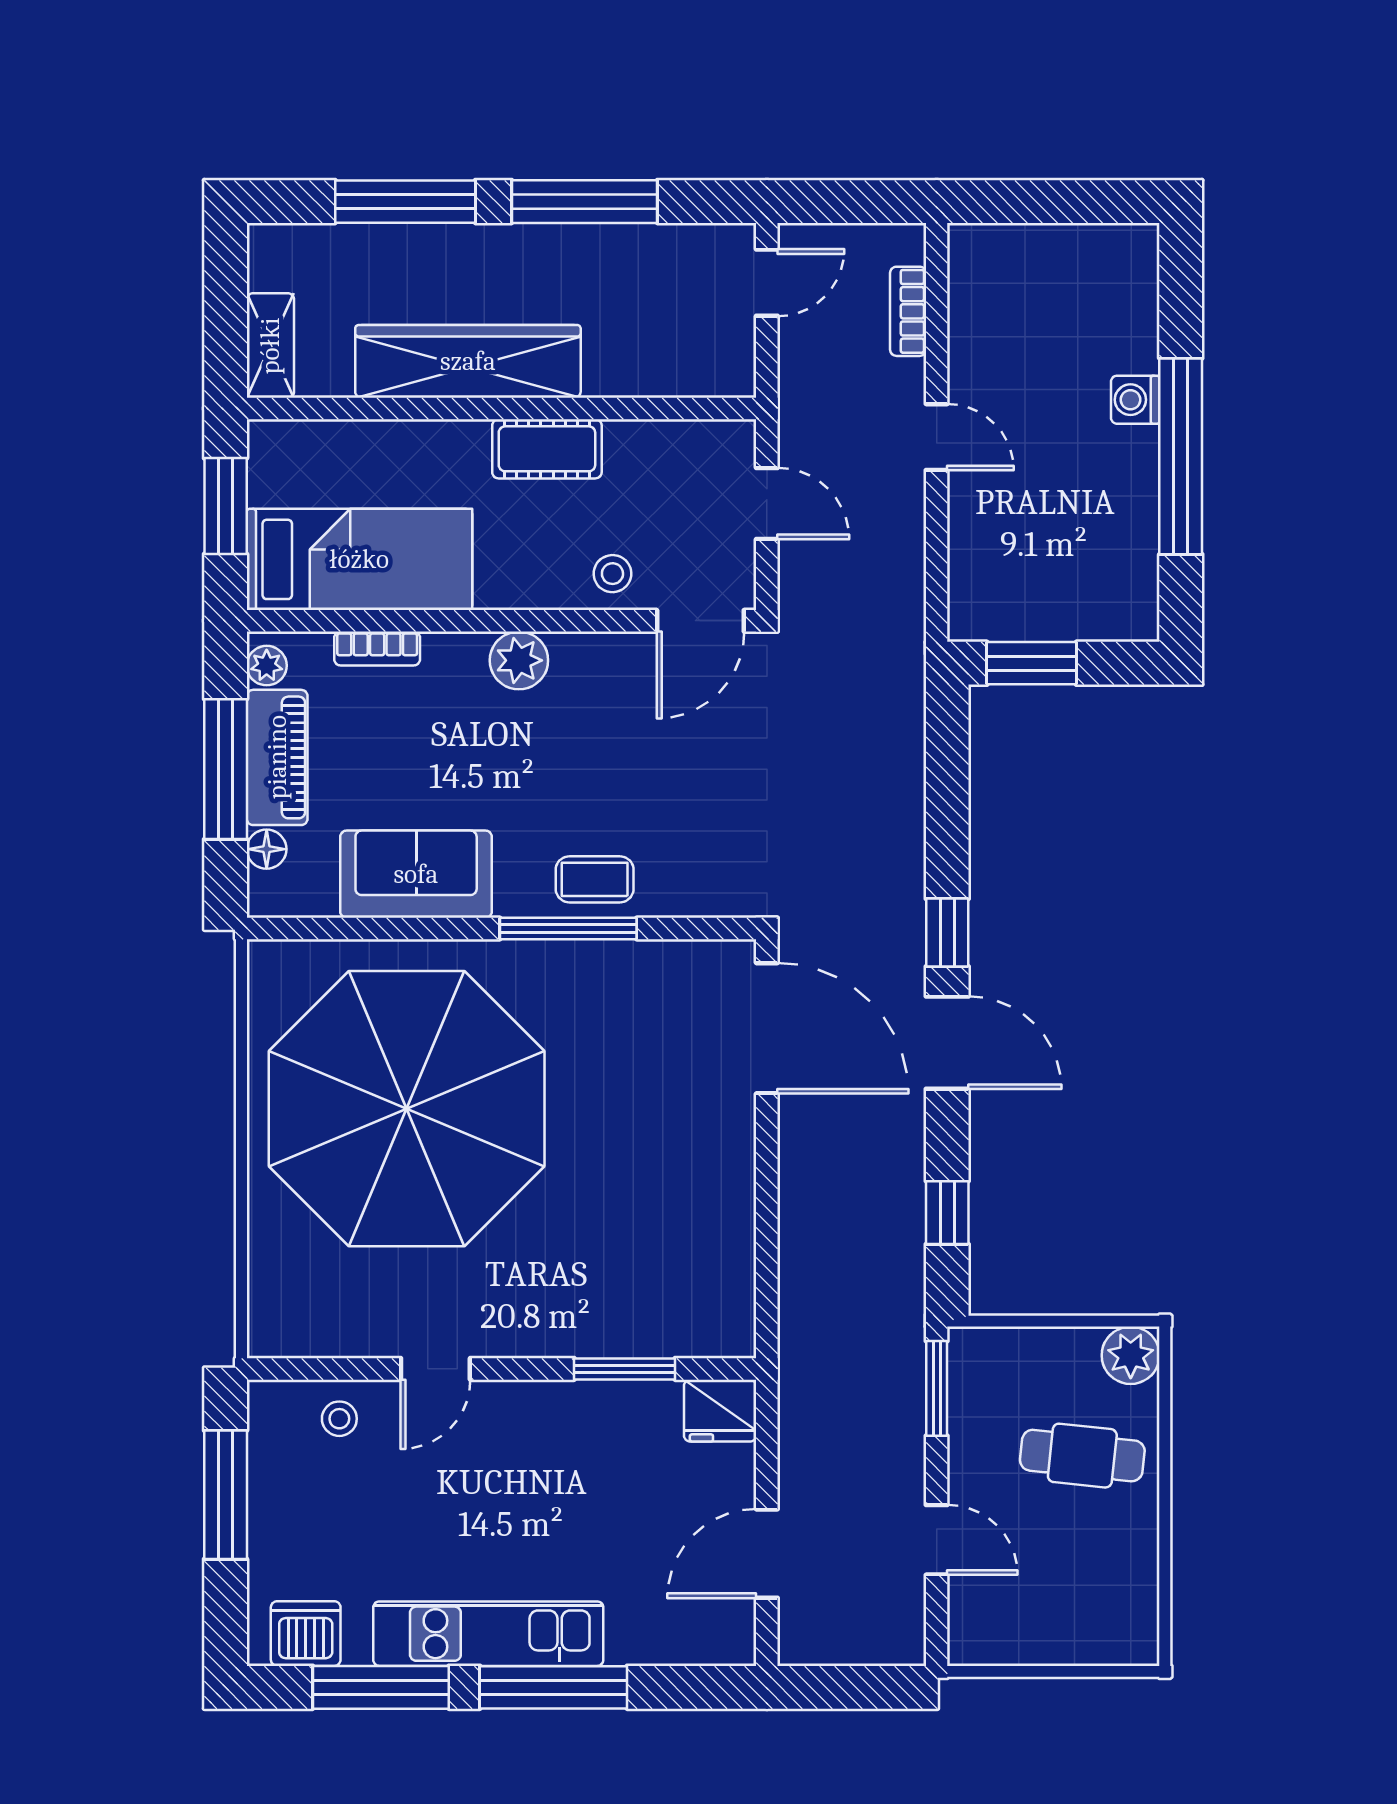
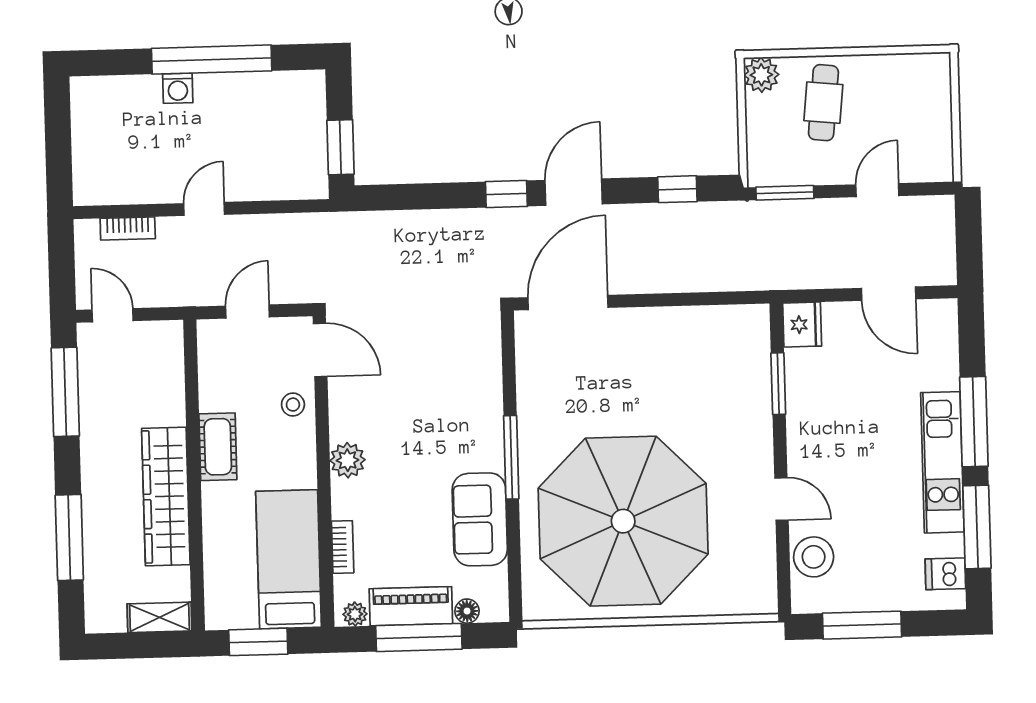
window: (584, 202) -> (65, 392), moved
coffee table: (595, 879) -> (480, 410), removed
window: (568, 929) -> (511, 457), moved
stool: (339, 1419) -> (814, 557), width x1.89, depth x1.89
dishwasher: (306, 1634) -> (945, 574), width x0.73

